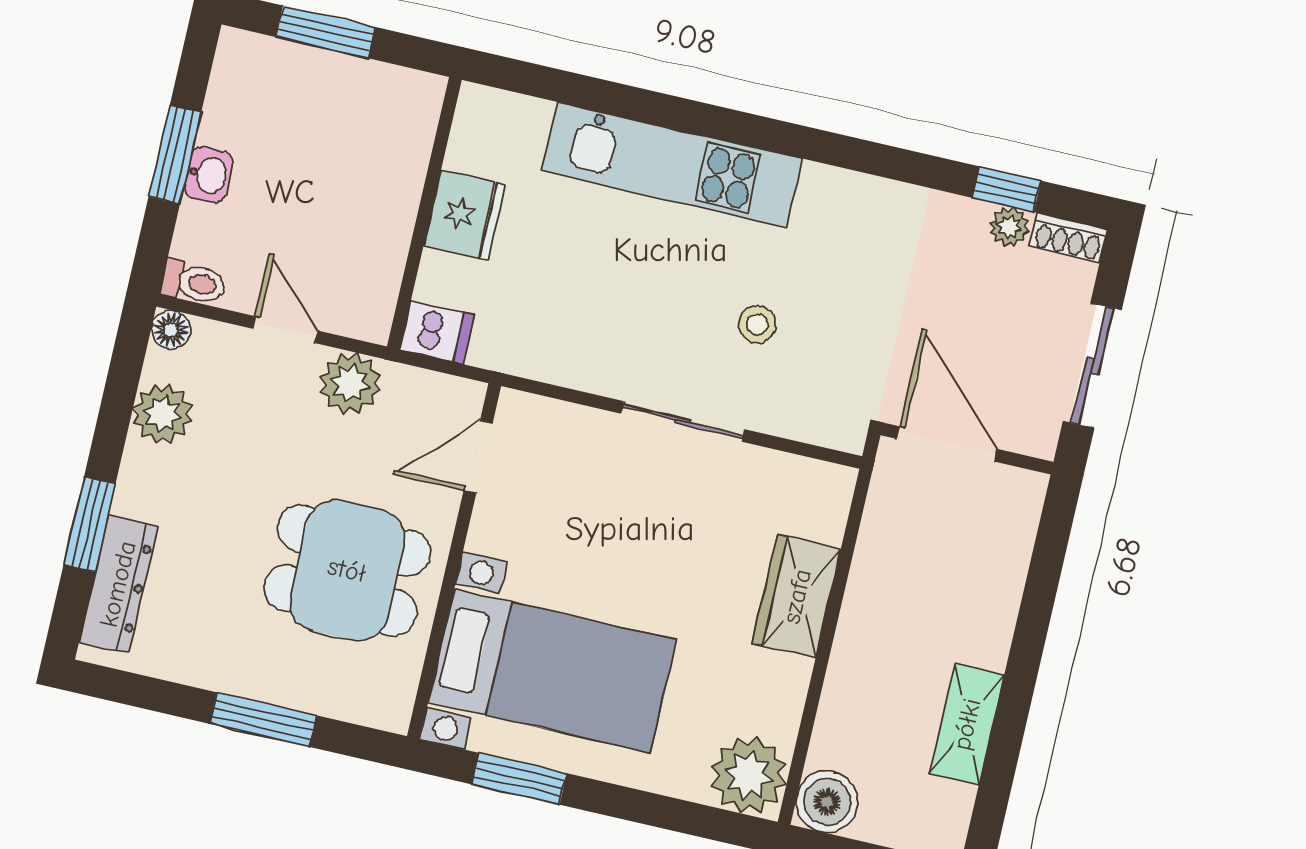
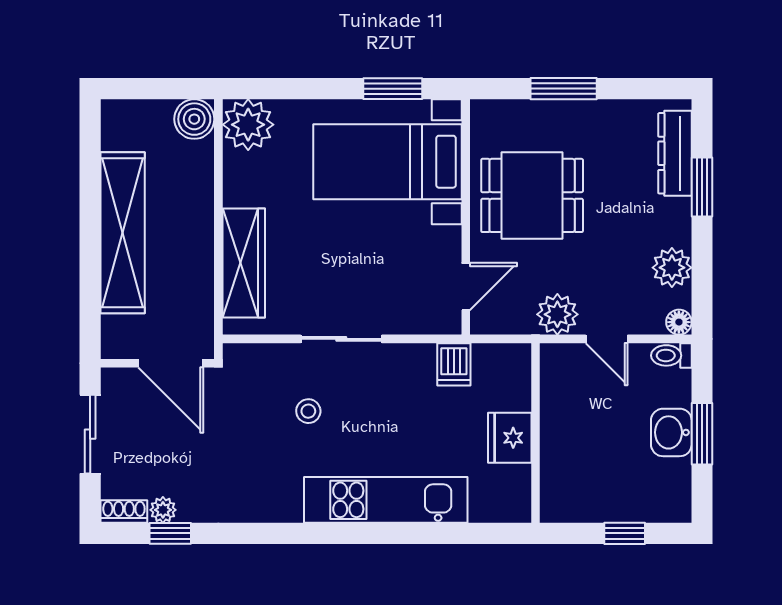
window: (326, 32) -> (625, 533), width x0.67
washbasin: (209, 175) -> (671, 432), width x1.38, depth x1.45
dishwasher: (437, 332) -> (454, 364), moved, turned -90
wardrobe: (797, 596) -> (244, 263), width x1.50
shelving: (967, 724) -> (123, 233), width x2.20, depth x1.33

